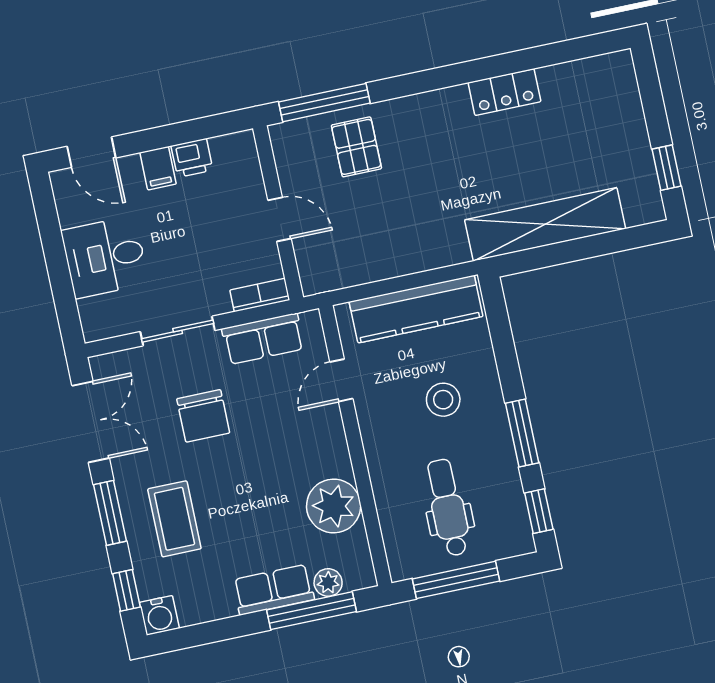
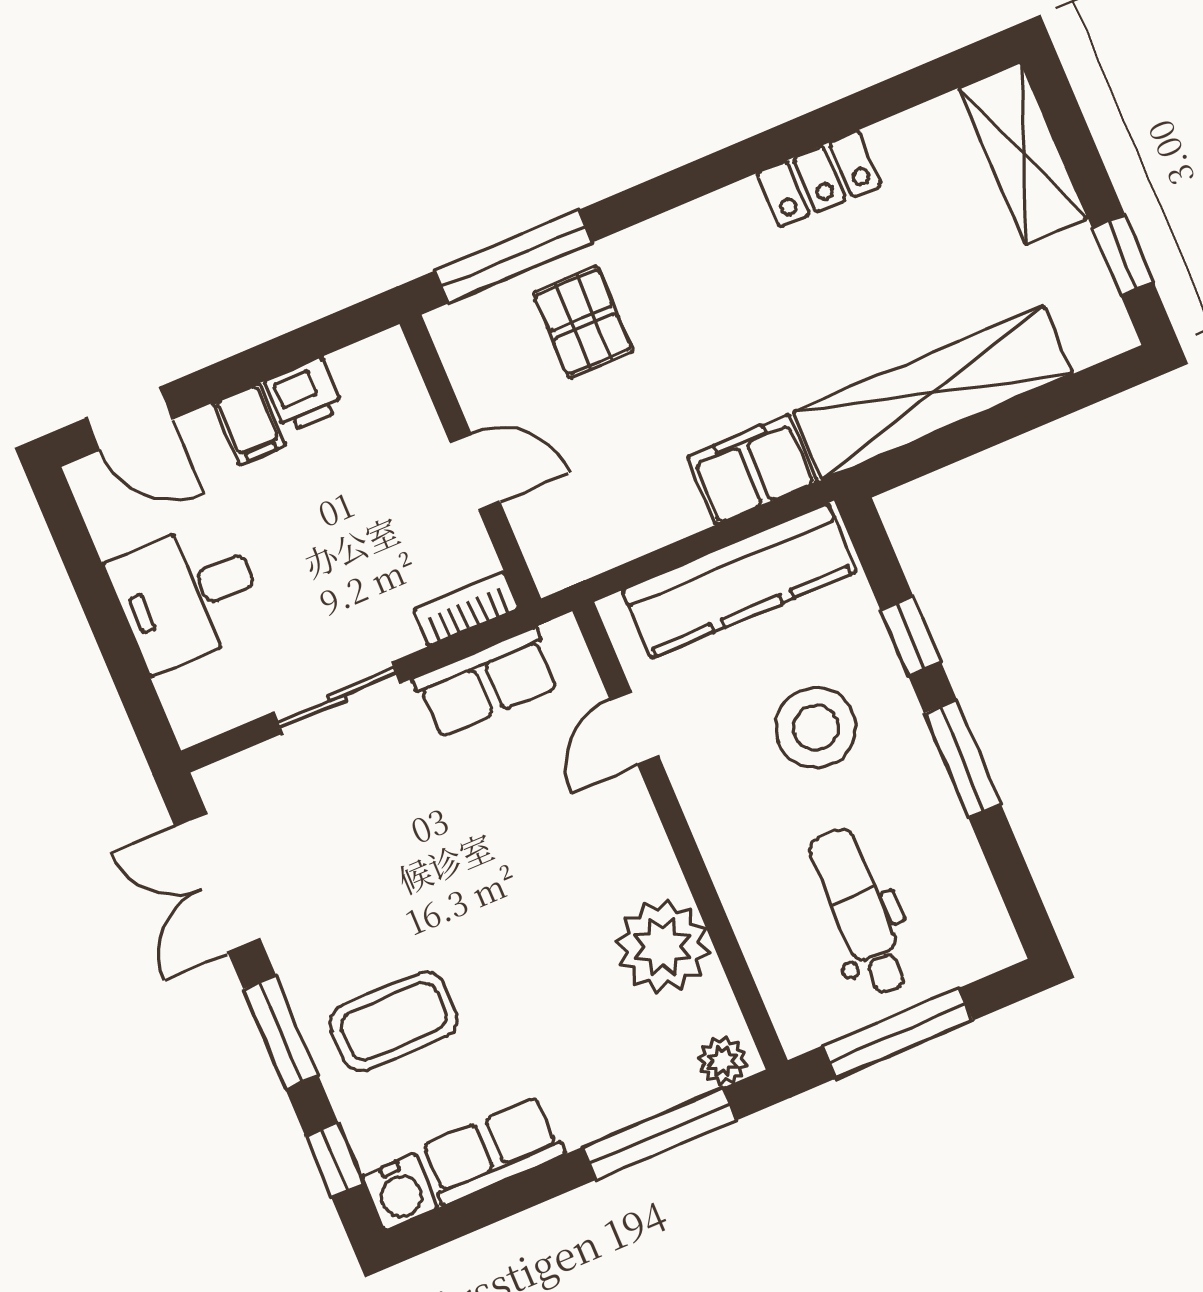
shelving: (622, 100) -> (1023, 153), added
filing cabinet: (435, 248) -> (752, 469), added
stool: (443, 400) -> (816, 728), width x1.38, depth x1.38
chair: (203, 416) -> (409, 835), removed
double door: (91, 422) -> (217, 882), swing flipped
window: (539, 511) -> (911, 636), moved
coffee table: (174, 519) -> (394, 1021), turned 90
plant: (328, 583) -> (723, 1061), moved
row of seats: (273, 590) -> (492, 1150), moved

